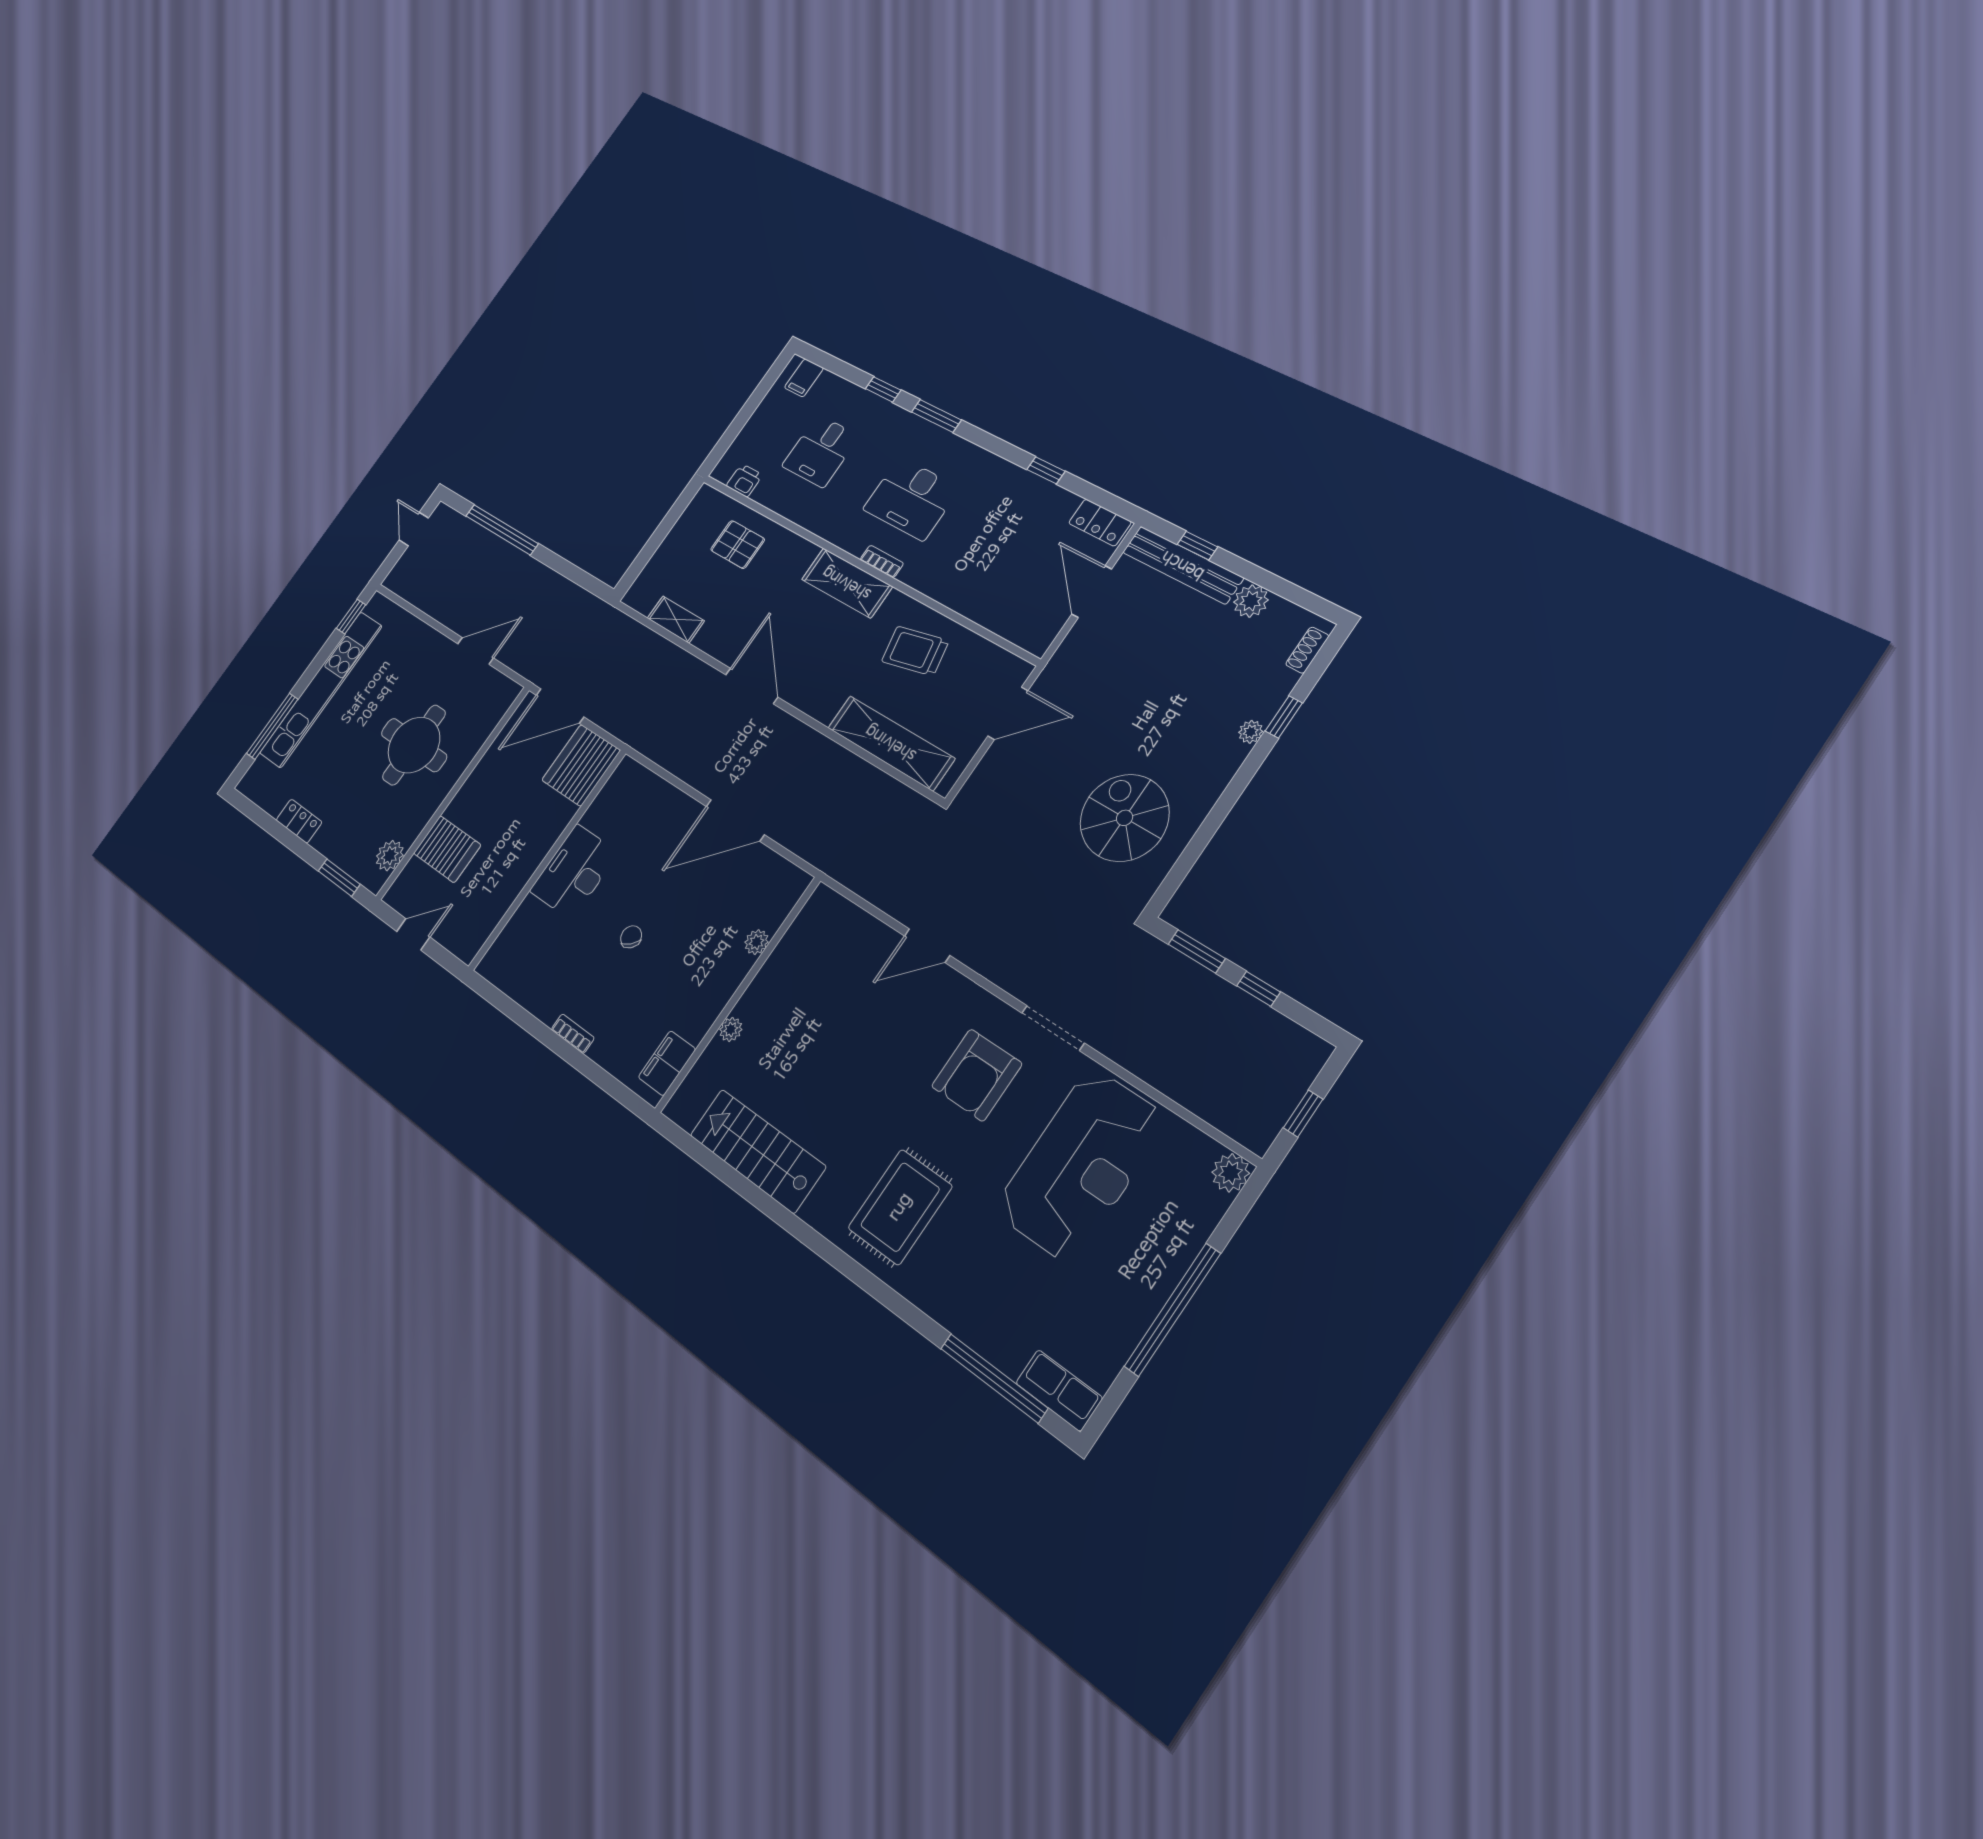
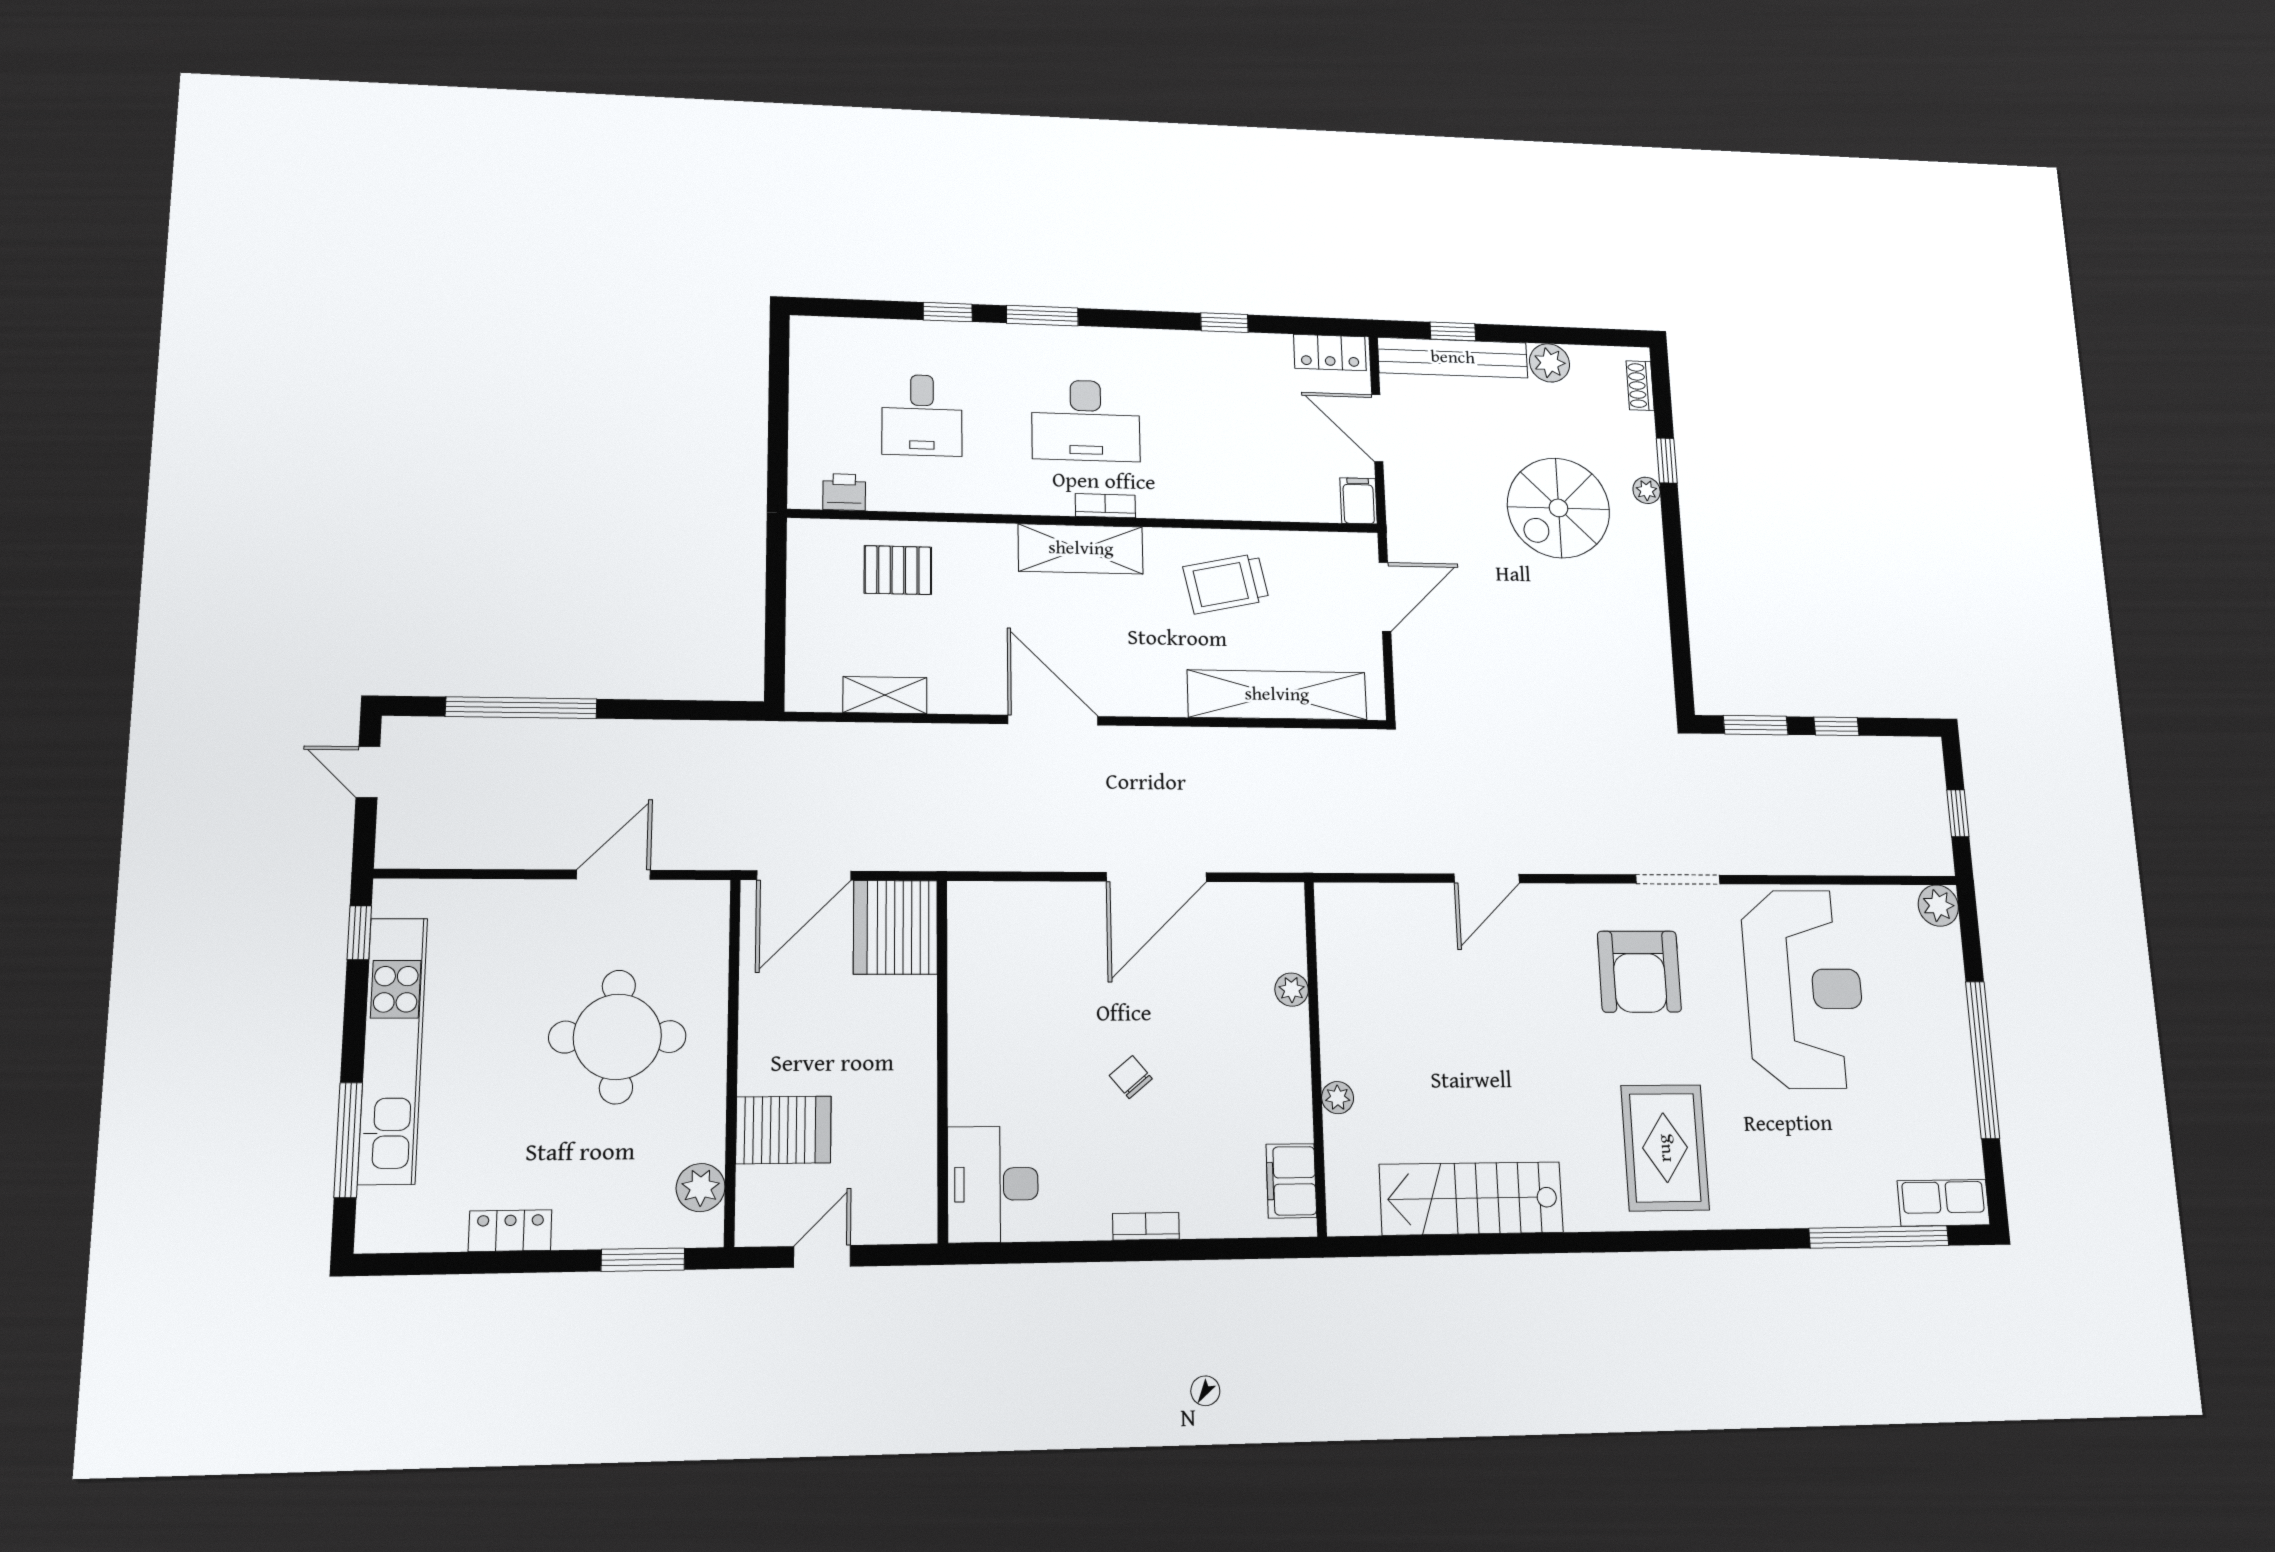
filing cabinet: (804, 378) -> (1359, 501), moved, turned 180
spiral stairs: (1125, 818) -> (1558, 508), moved, turned -90
desk: (574, 872) -> (993, 1184), moved

